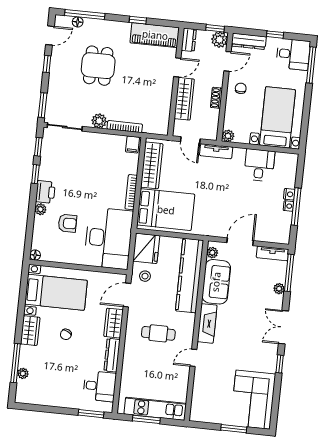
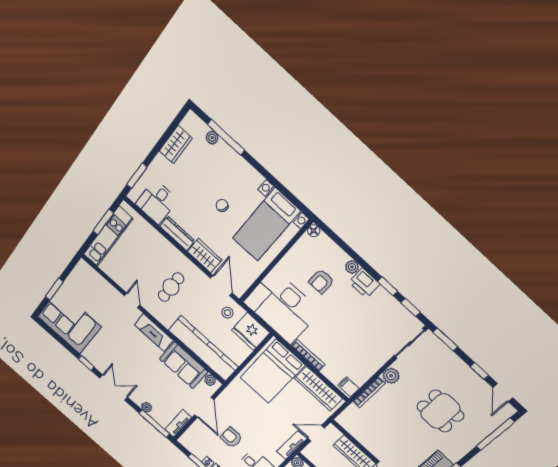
floor lamp: (78, 22) -> (494, 424), removed
armchair: (249, 202) -> (231, 437), added
wardrobe: (30, 331) -> (176, 145), moved, turned -90

